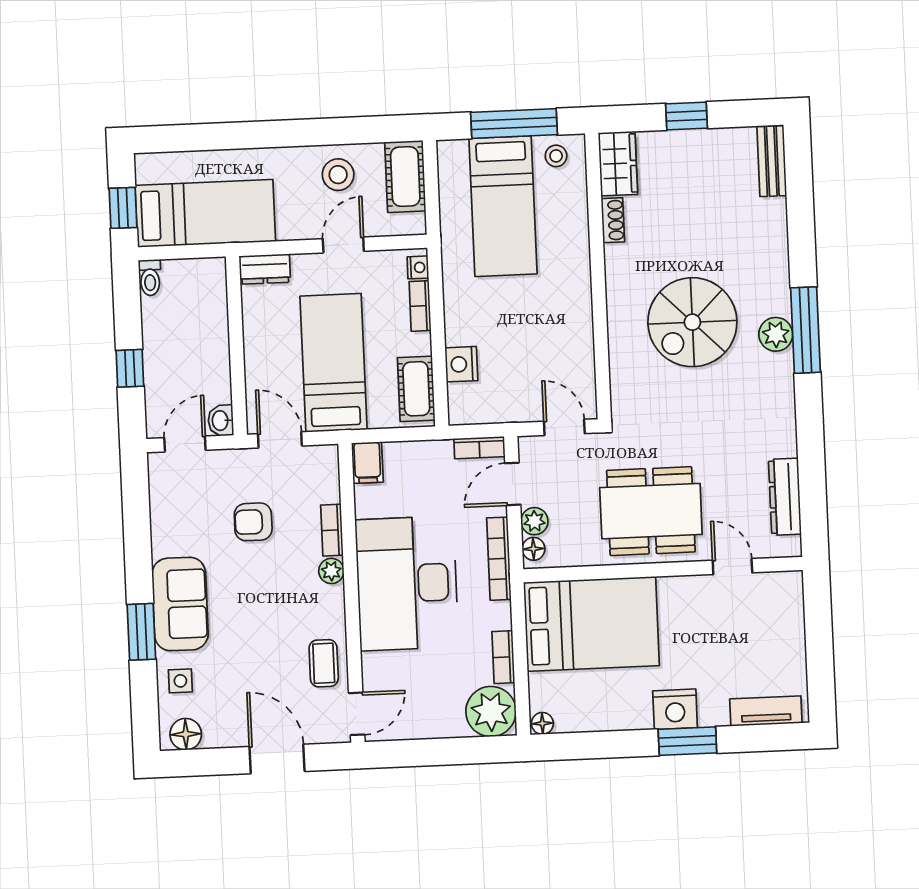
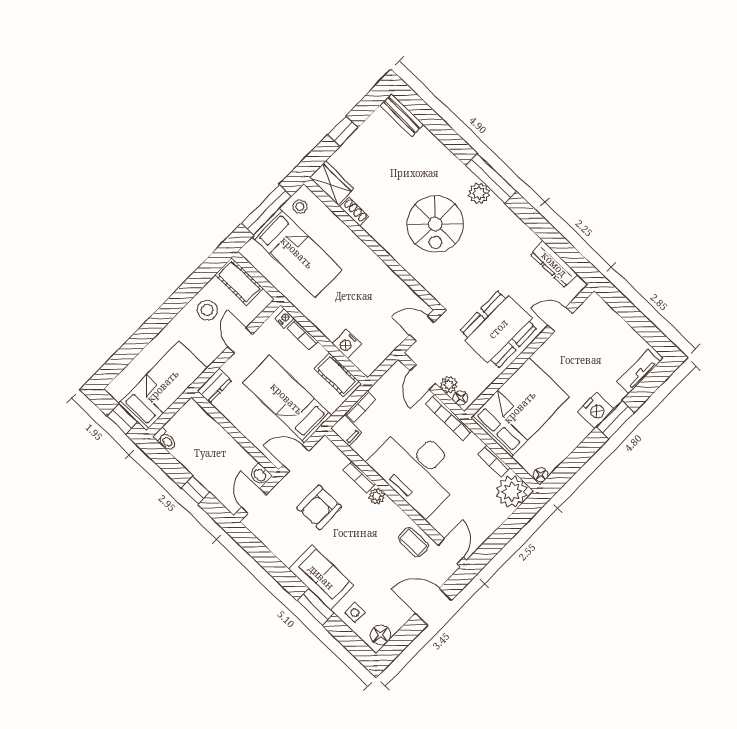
bookcase: (479, 448) -> (361, 406), moved
armchair: (253, 522) -> (319, 507), width x1.38, depth x1.38

